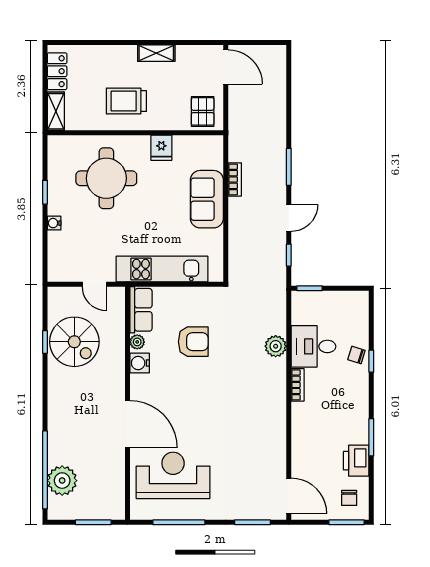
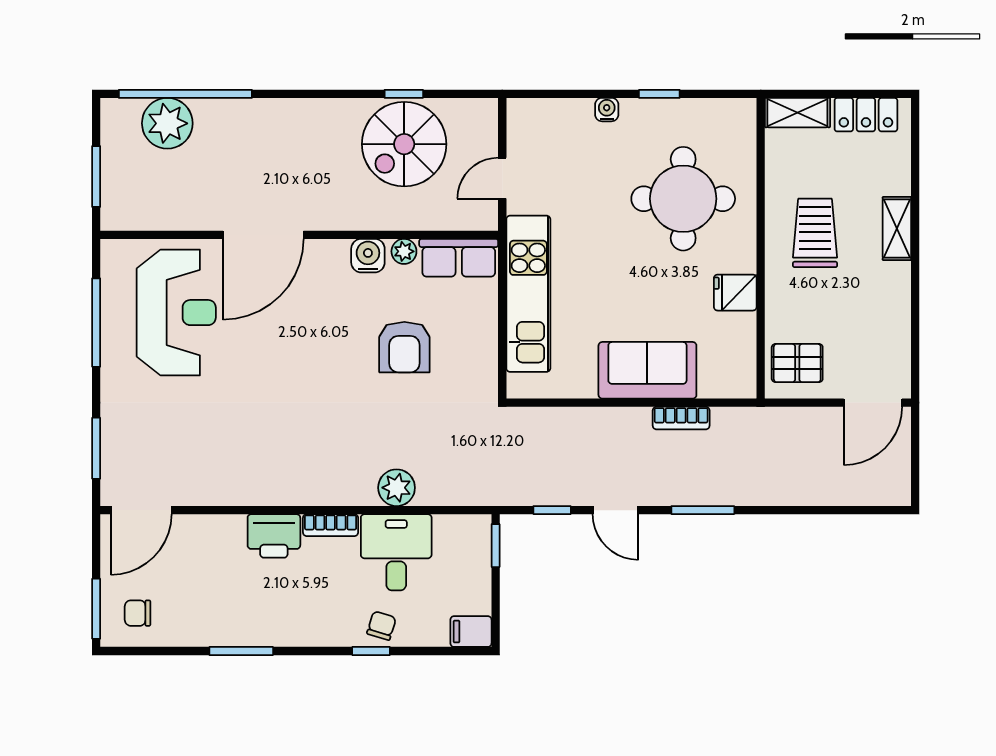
shelving: (156, 53) -> (897, 228), moved
filing cabinet: (360, 303) -> (471, 632), added
printer: (356, 461) -> (274, 536), moved, turned 180

